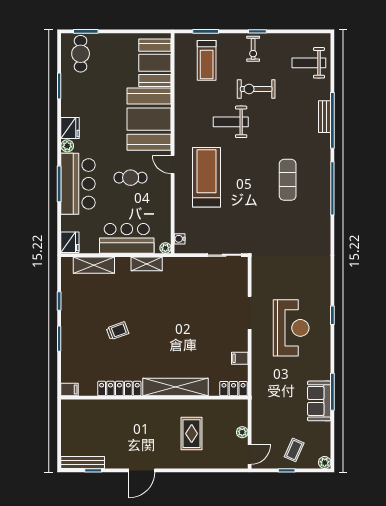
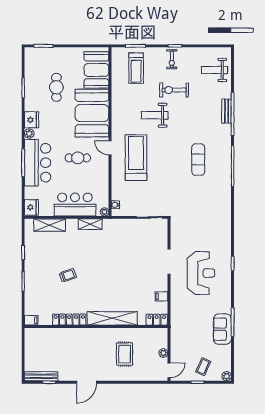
cafe table: (81, 54) -> (56, 87), moved

